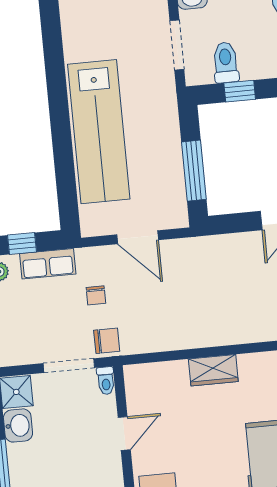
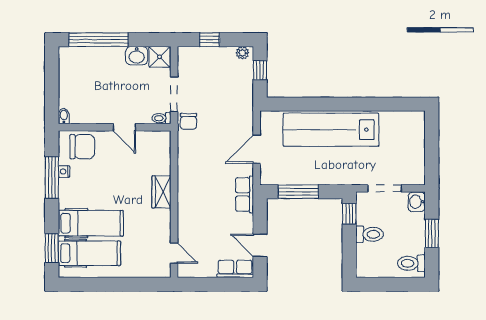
toilet: (226, 62) -> (370, 234), moved
window: (240, 91) -> (349, 214), moved
row of seats: (48, 264) -> (245, 194), moved
chair: (96, 295) -> (220, 117), removed

